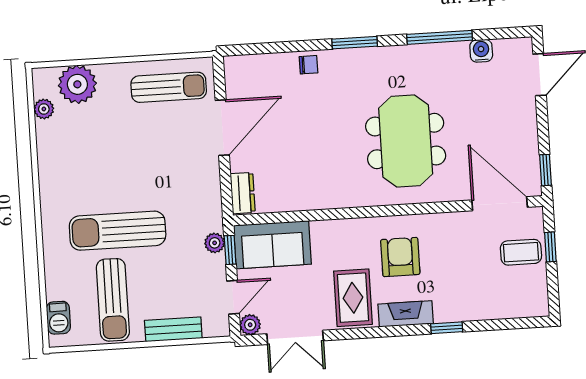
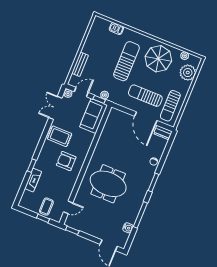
parasol: (78, 163) -> (158, 59), added
dresser: (243, 193) -> (163, 133), moved
door: (500, 204) -> (68, 207), width x0.53
armchair: (400, 257) -> (66, 161), turned 180
door: (233, 297) -> (81, 92), swing flipped
sun lounger: (113, 300) -> (145, 96), moved
fireplace: (406, 314) -> (33, 180), moved
barbecue: (58, 318) -> (116, 29), moved

